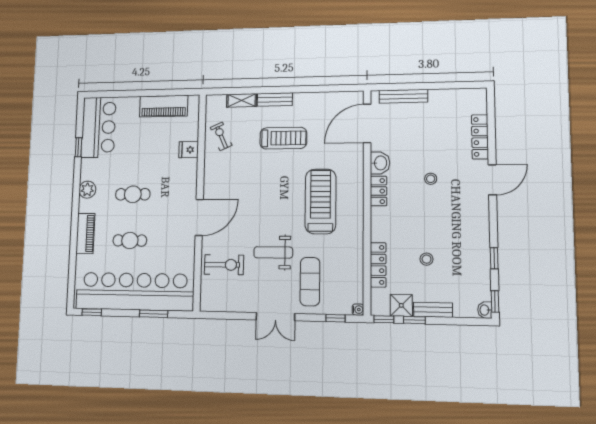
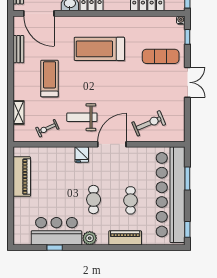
bench: (275, 99) -> (18, 49), moved
bar counter: (98, 127) -> (56, 231), moved
fridge: (189, 150) -> (82, 155), moved
door: (199, 217) -> (112, 144), hinge flipped
weight bench: (273, 252) -> (82, 117), moved, turned 90
exercise bike: (224, 265) -> (149, 123), turned 67

